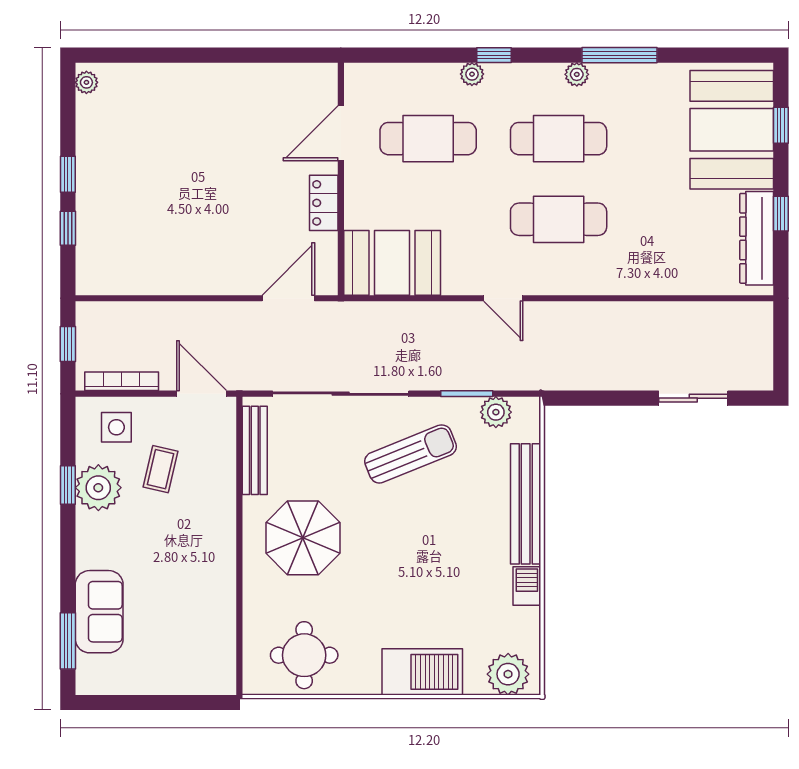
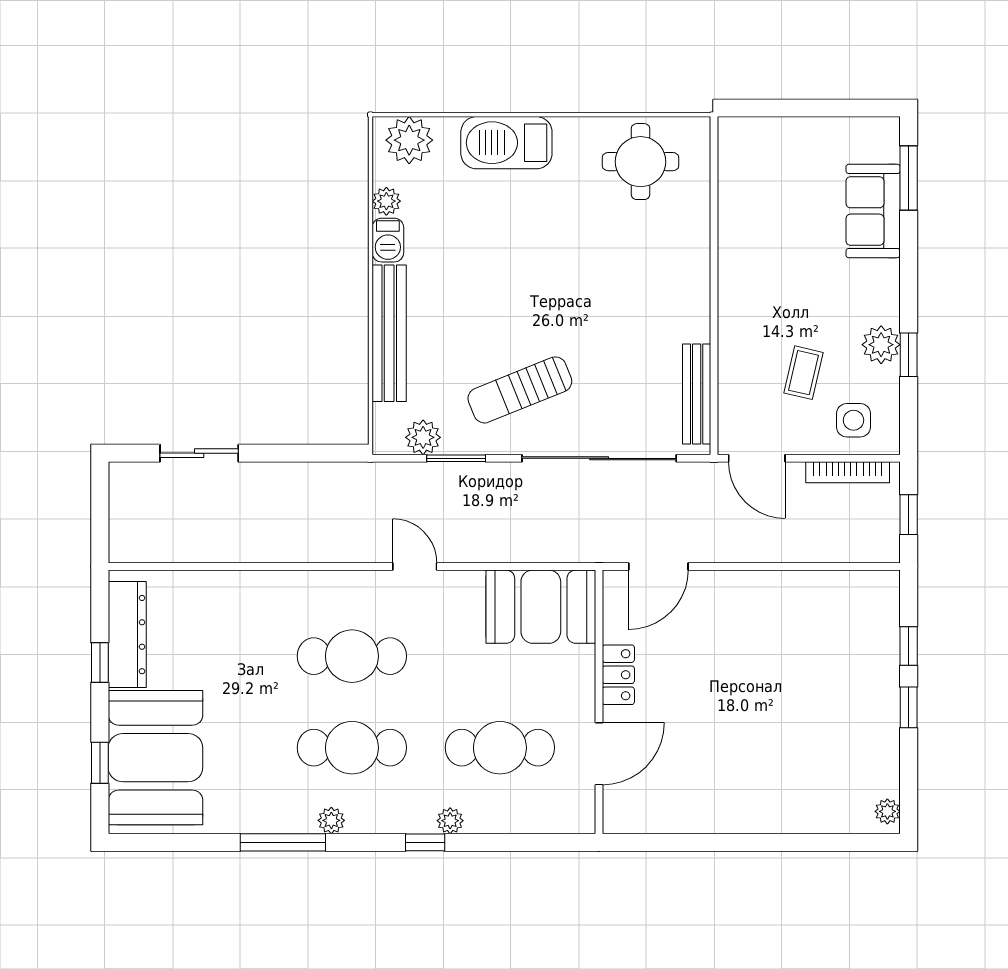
plant: (98, 488) -> (881, 345), width x0.73, depth x0.73
parasol: (303, 538) -> (642, 295), removed
plant: (528, 620) -> (386, 201), added

